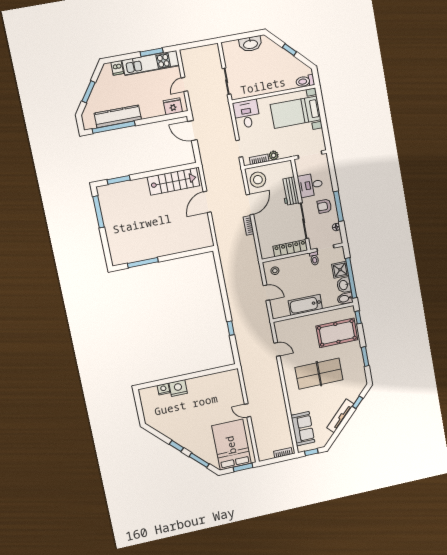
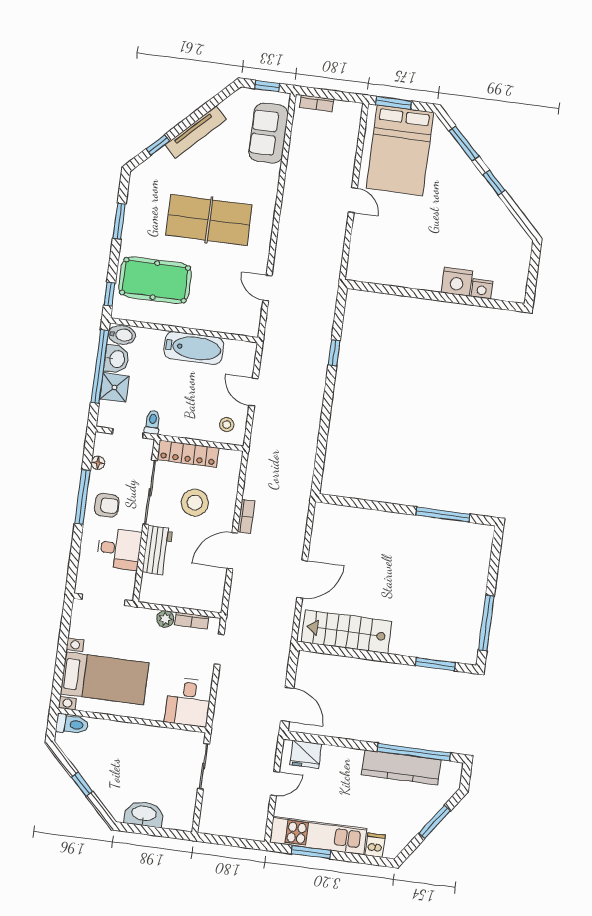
stool: (258, 180) -> (195, 503), moved

